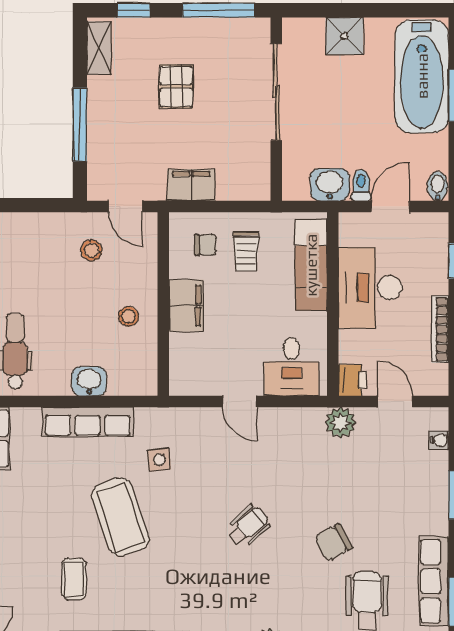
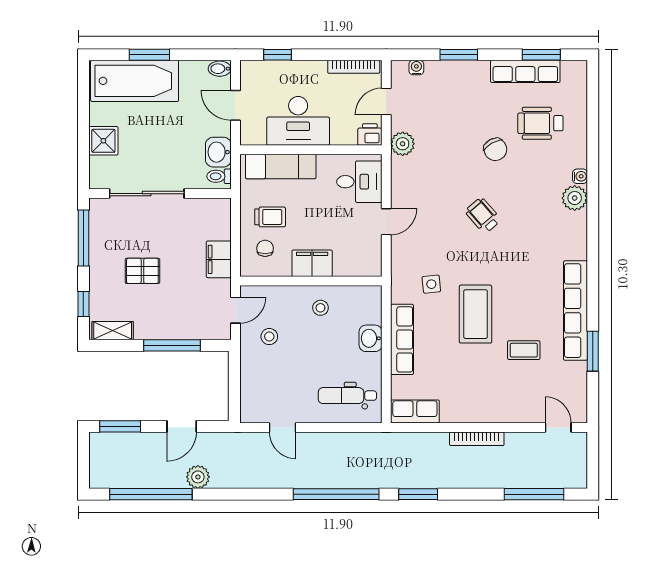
toilet: (361, 185) -> (219, 176), moved
bookcase: (440, 329) -> (354, 67), moved
coffee table: (120, 517) -> (476, 314), turned -71

